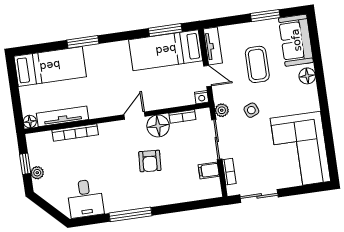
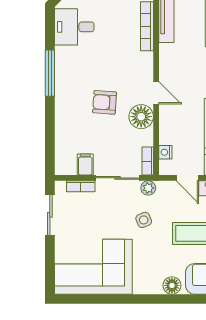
door: (208, 76) -> (187, 178), hinge flipped
nightstand: (202, 97) -> (165, 152), moved
bookcase: (182, 116) -> (148, 161), moved

